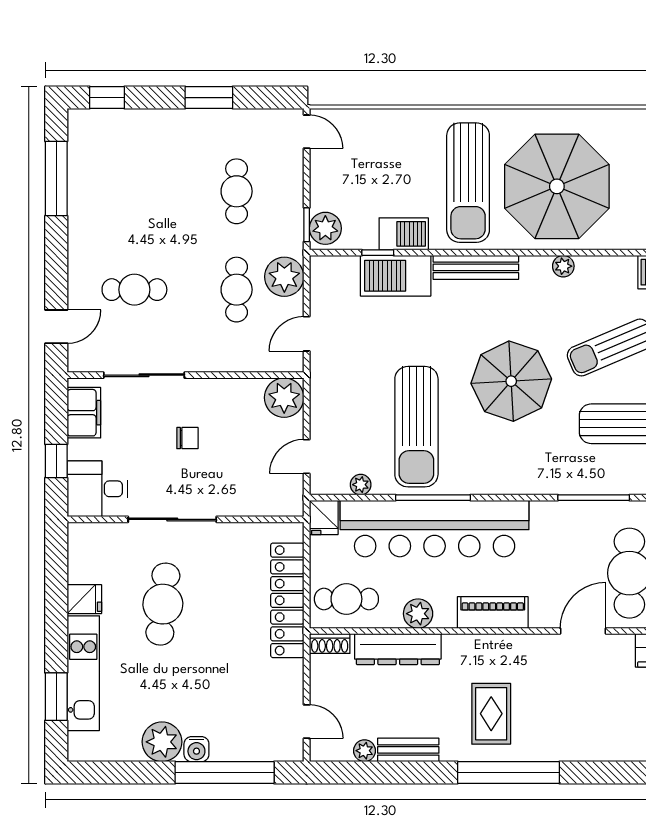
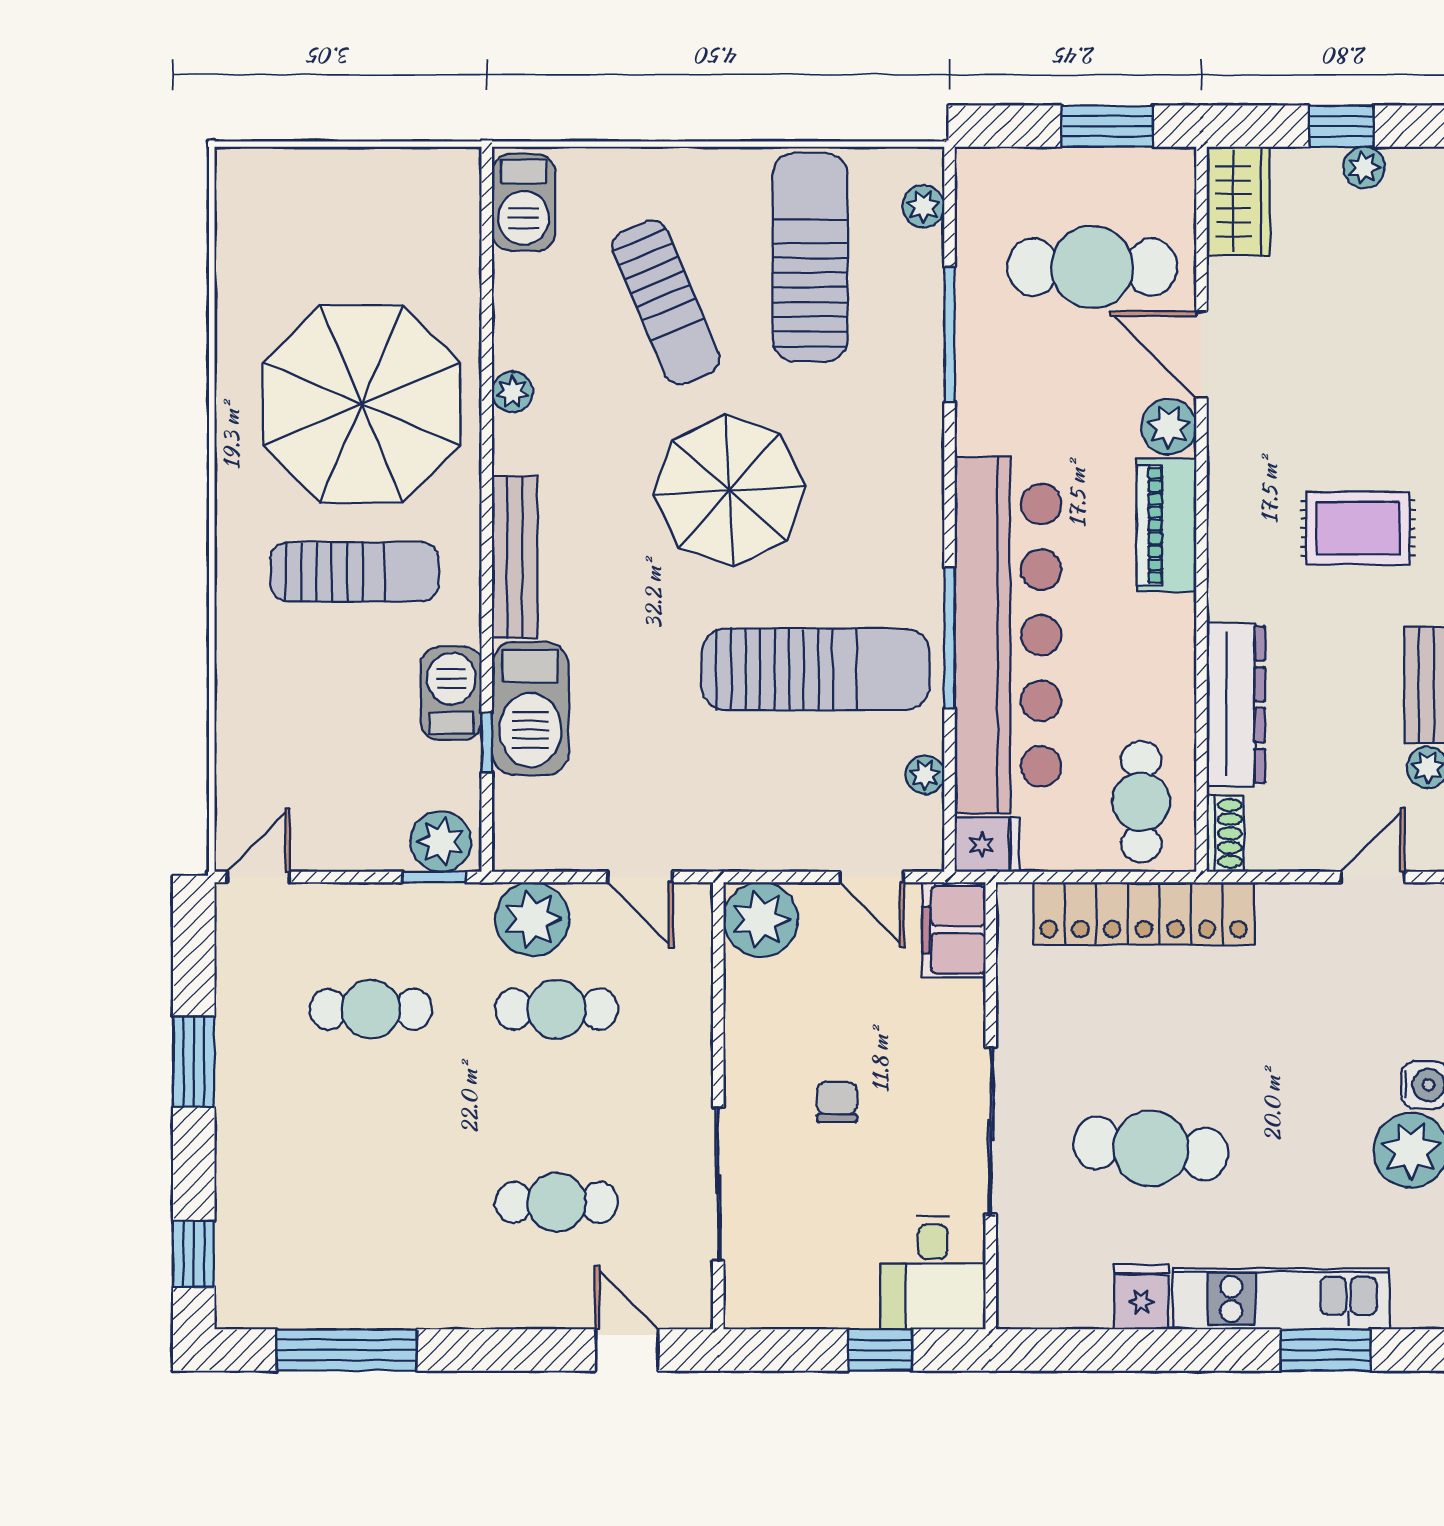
sun lounger: (468, 183) -> (354, 572), width x0.73, depth x0.75
cafe table: (134, 290) -> (557, 1202), turned 90
filing cabinet: (84, 413) -> (954, 930), moved, turned -90
plant: (418, 614) -> (1169, 427), moved

